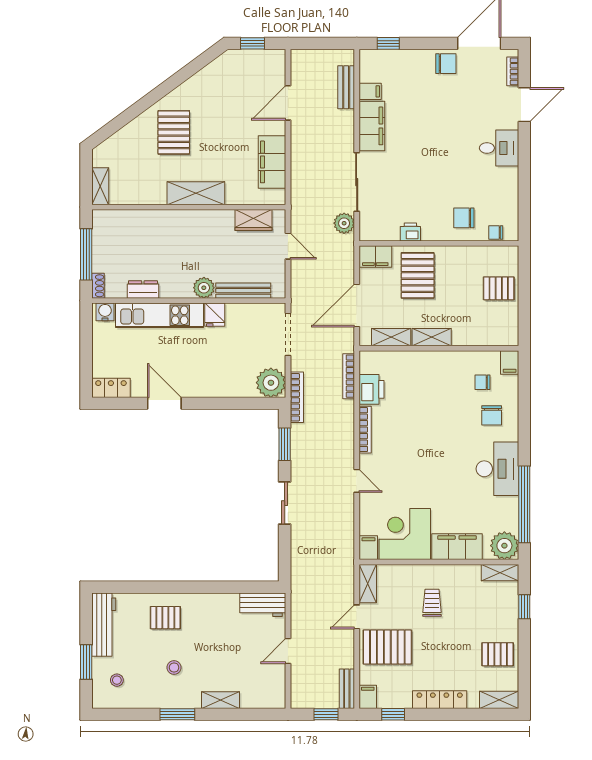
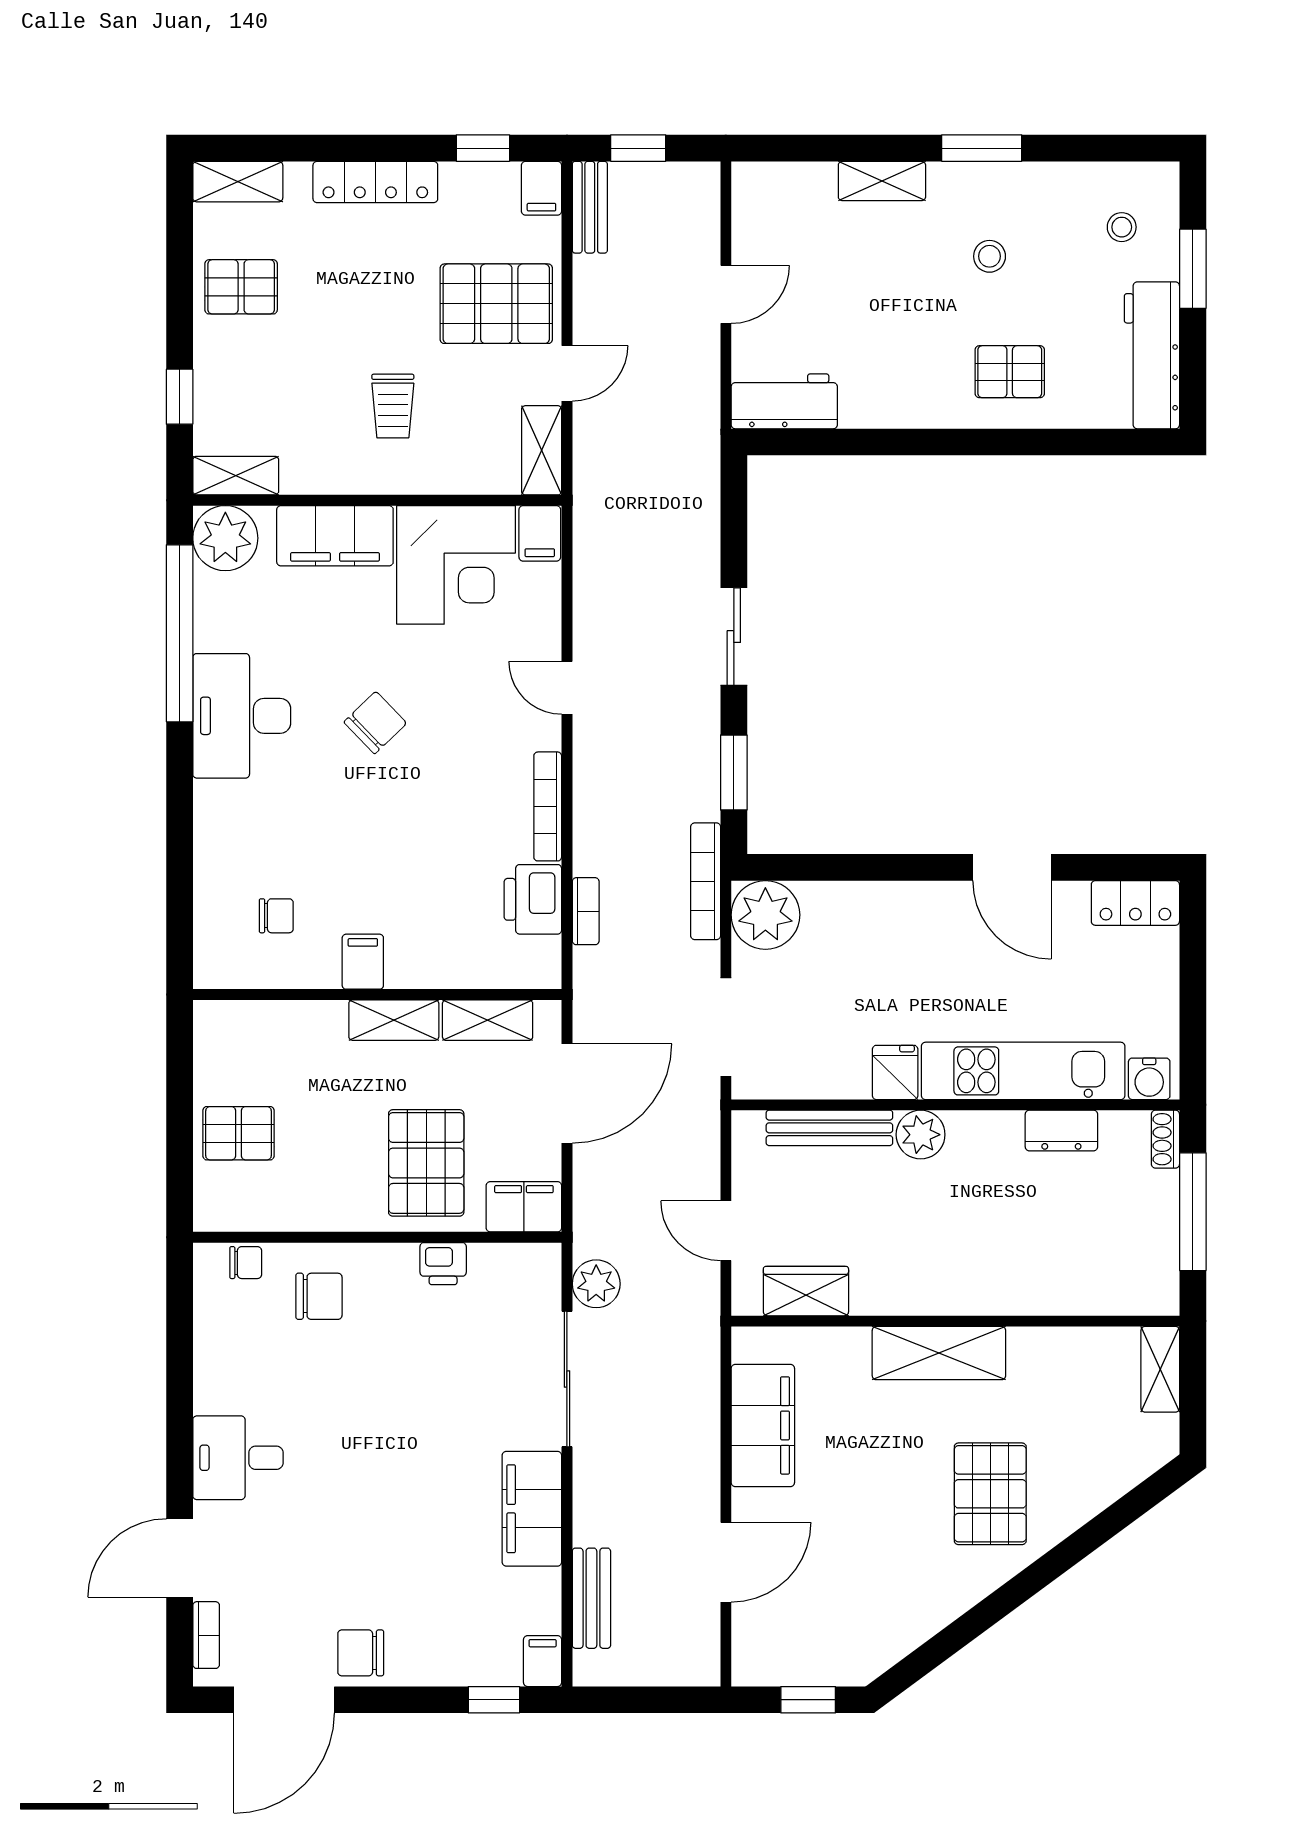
filing cabinet: (370, 91) -> (543, 1661), moved, turned 90
filing cabinet: (510, 362) -> (363, 962), moved
bookcase: (349, 376) -> (586, 911), width x0.64
chair: (492, 415) -> (375, 723), moved, turned 46

